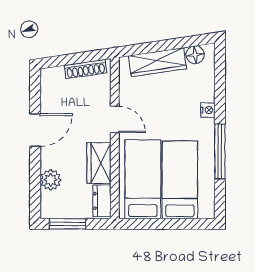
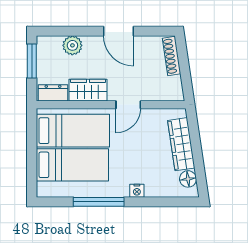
shoe rack: (86, 69) -> (172, 56), moved

